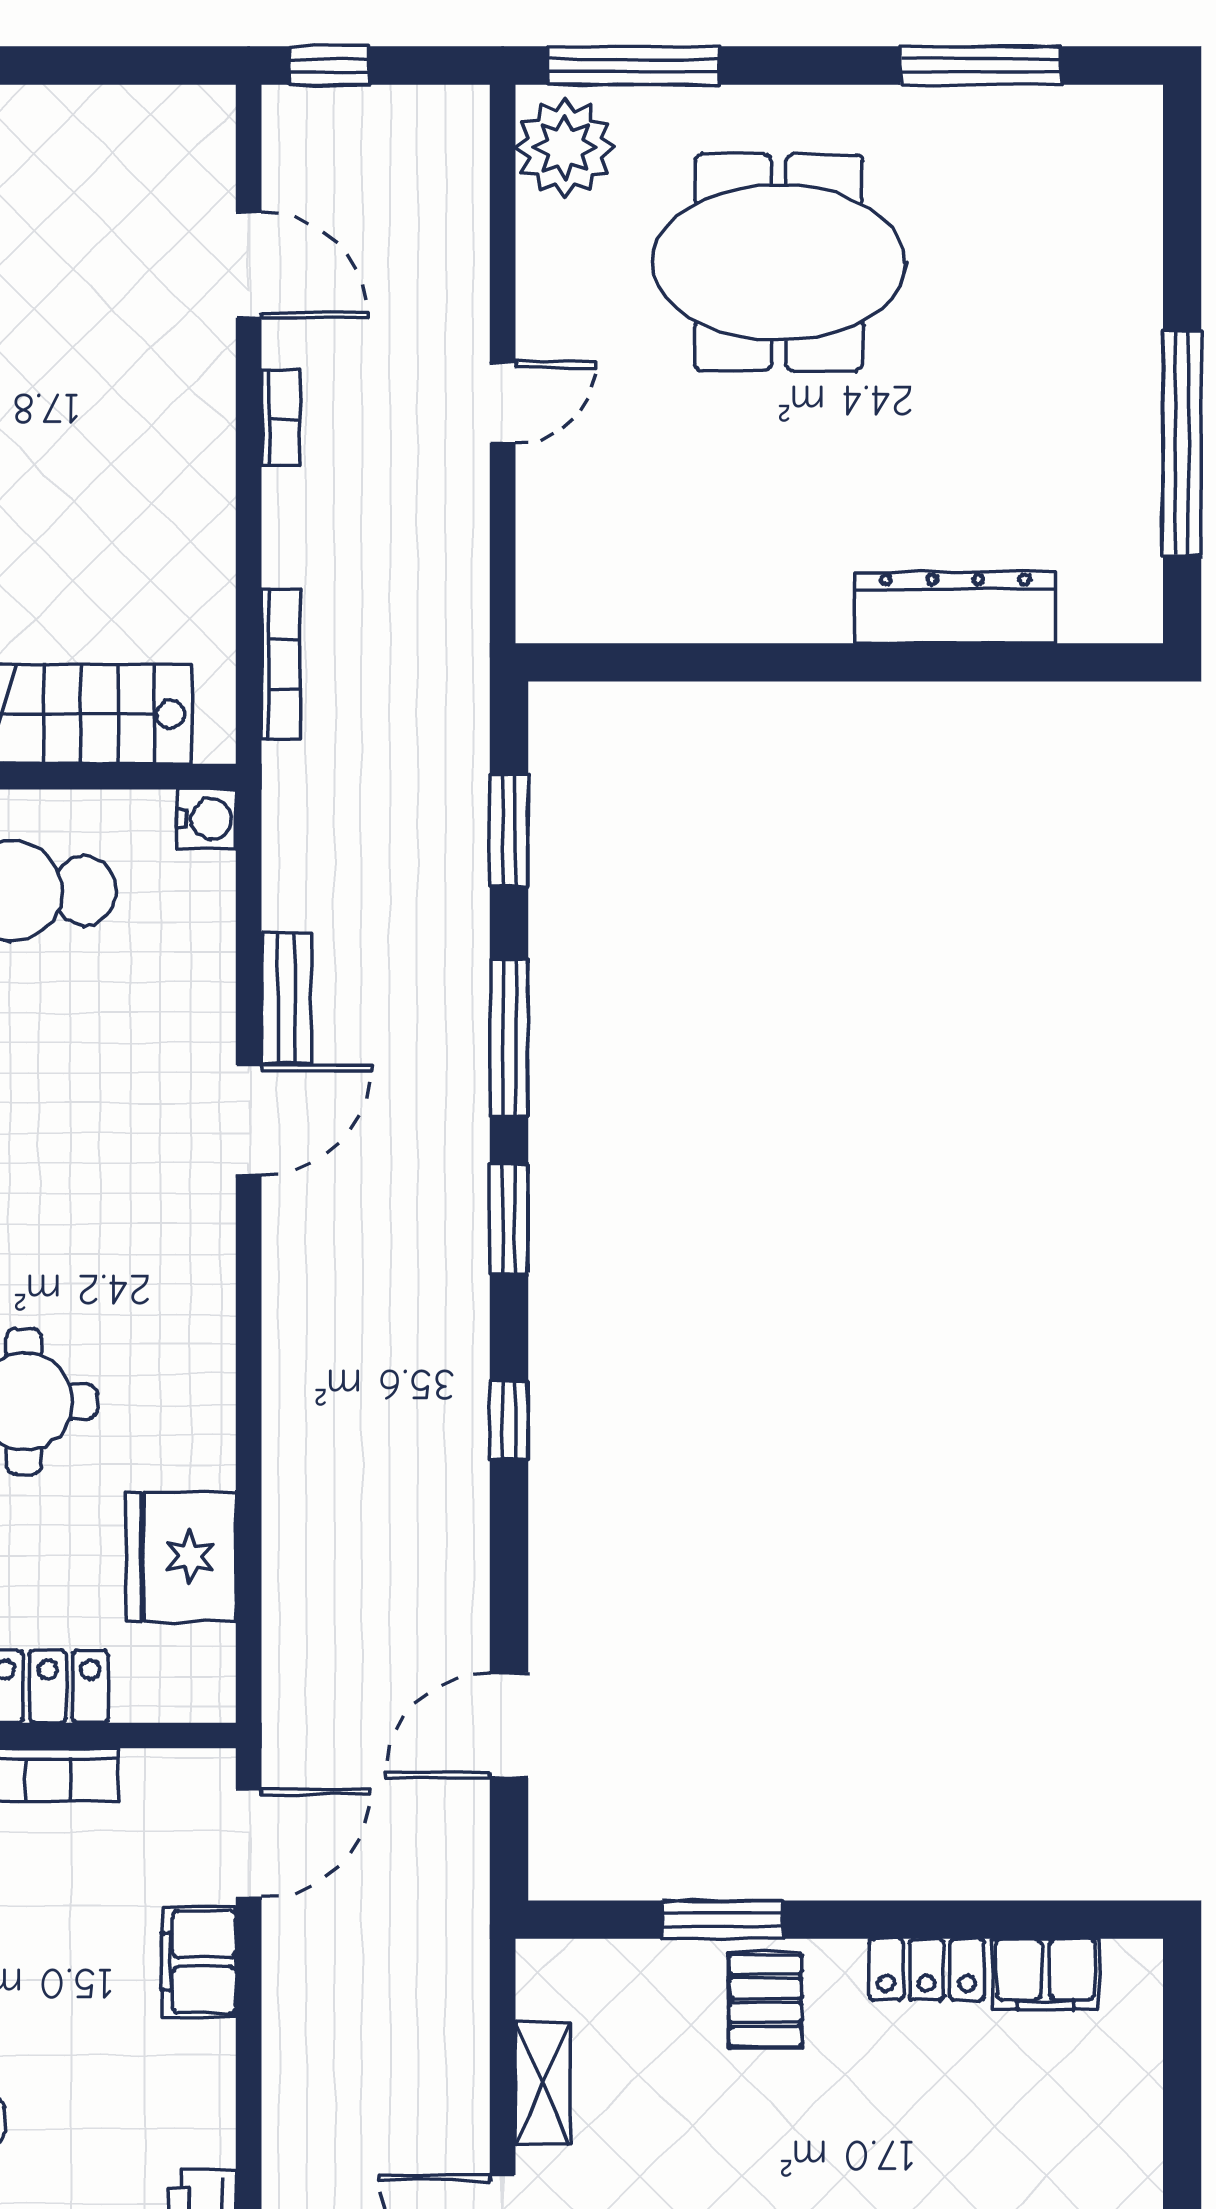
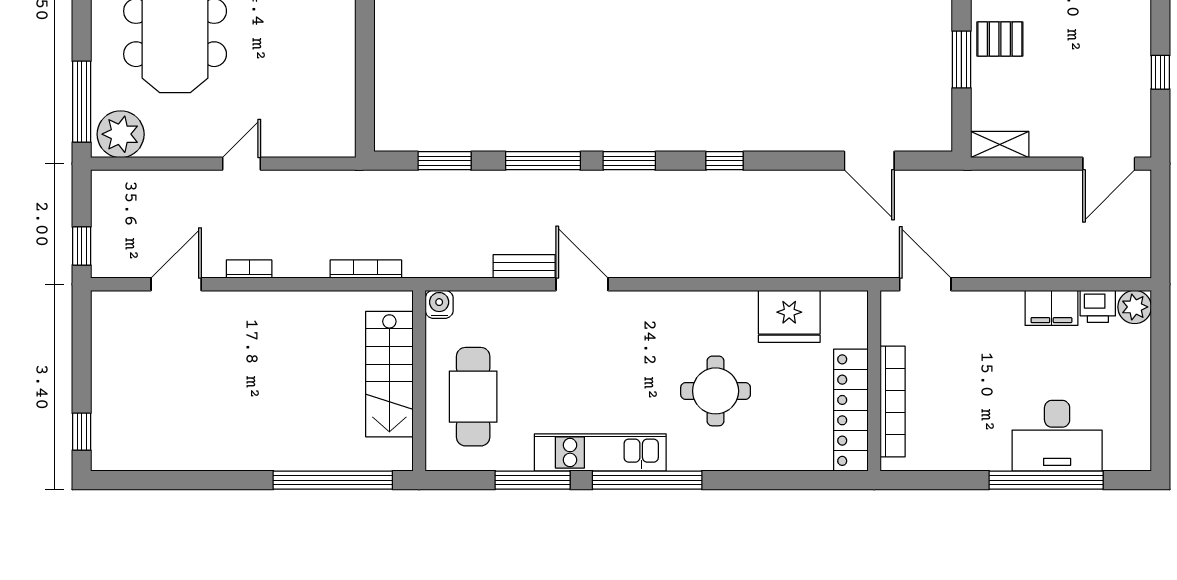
door: (503, 402) -> (241, 164), hinge flipped
filing cabinet: (199, 1962) -> (1051, 308), moved
shelving: (543, 2083) -> (1000, 145), moved

